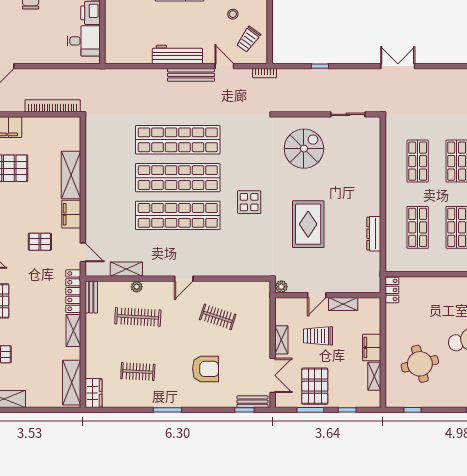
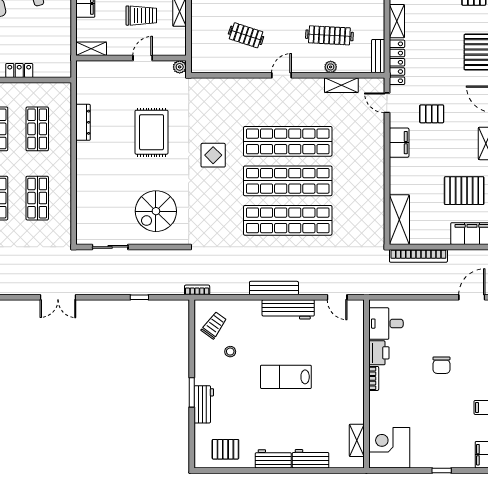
door: (224, 66) -> (337, 297), moved
shelving: (71, 175) -> (399, 220), moved
locker: (392, 290) -> (19, 71), moved, turned 90
shelving: (343, 304) -> (91, 49), moved

